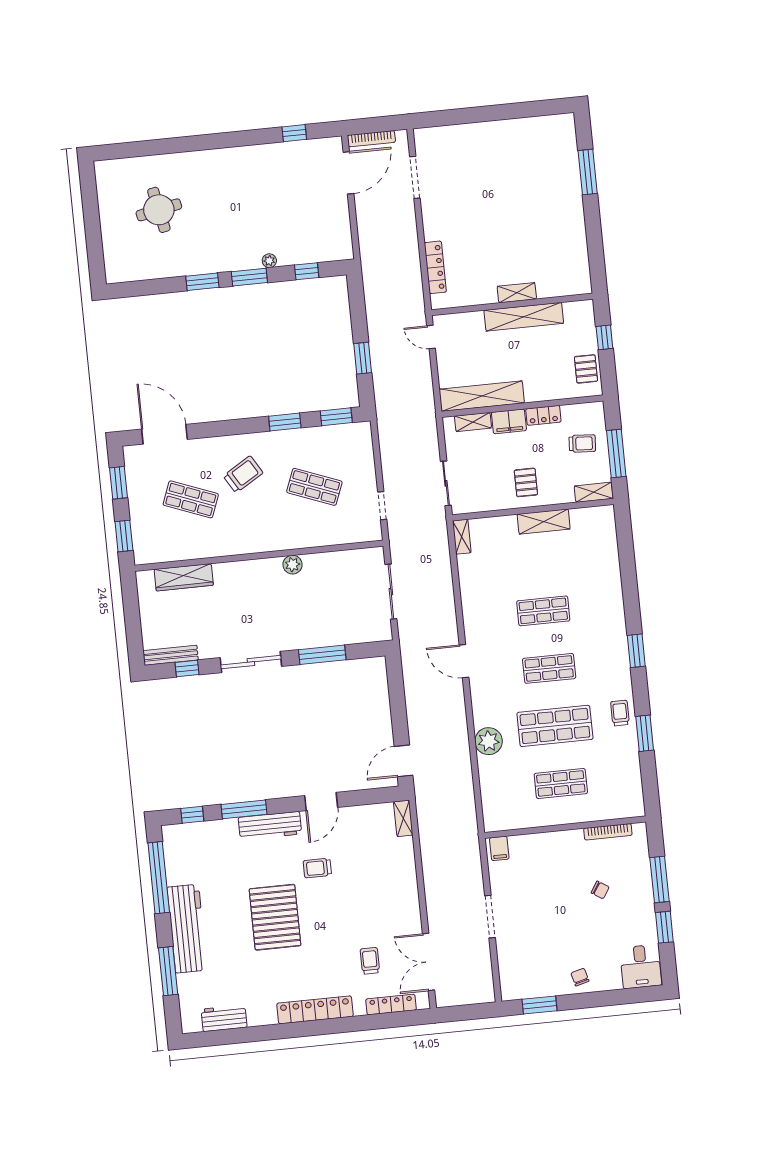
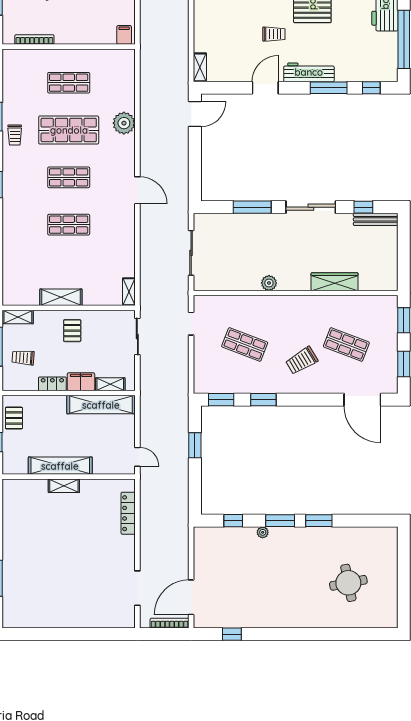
wardrobe: (184, 577) -> (335, 282), moved

